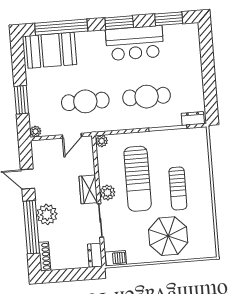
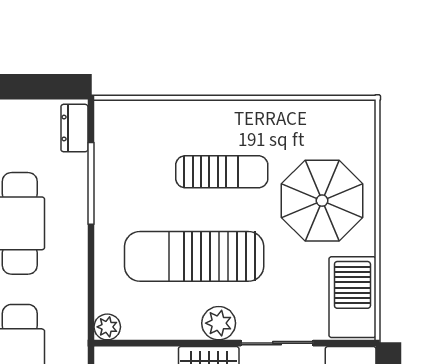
sun lounger: (138, 179) -> (194, 256), turned 180
barbecue: (116, 258) -> (352, 297), width x1.88, depth x1.53

